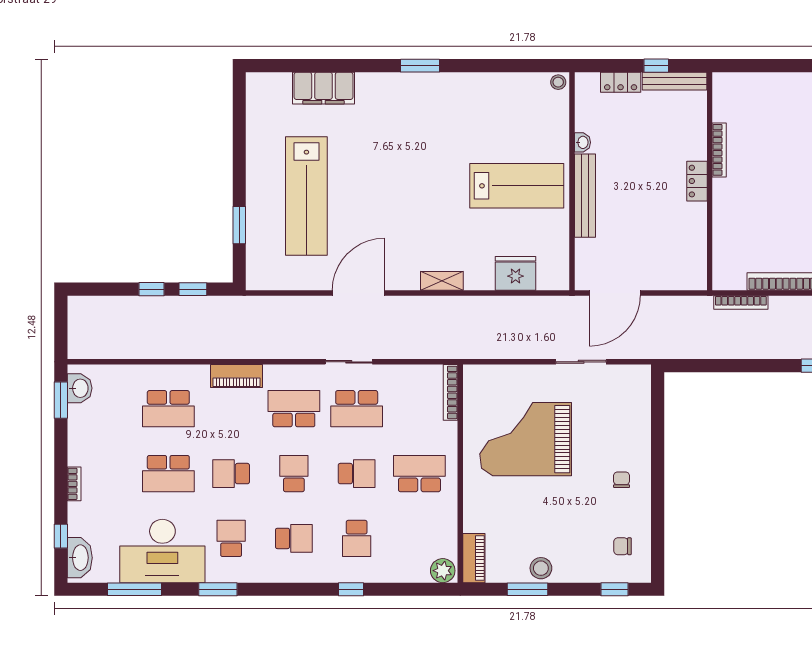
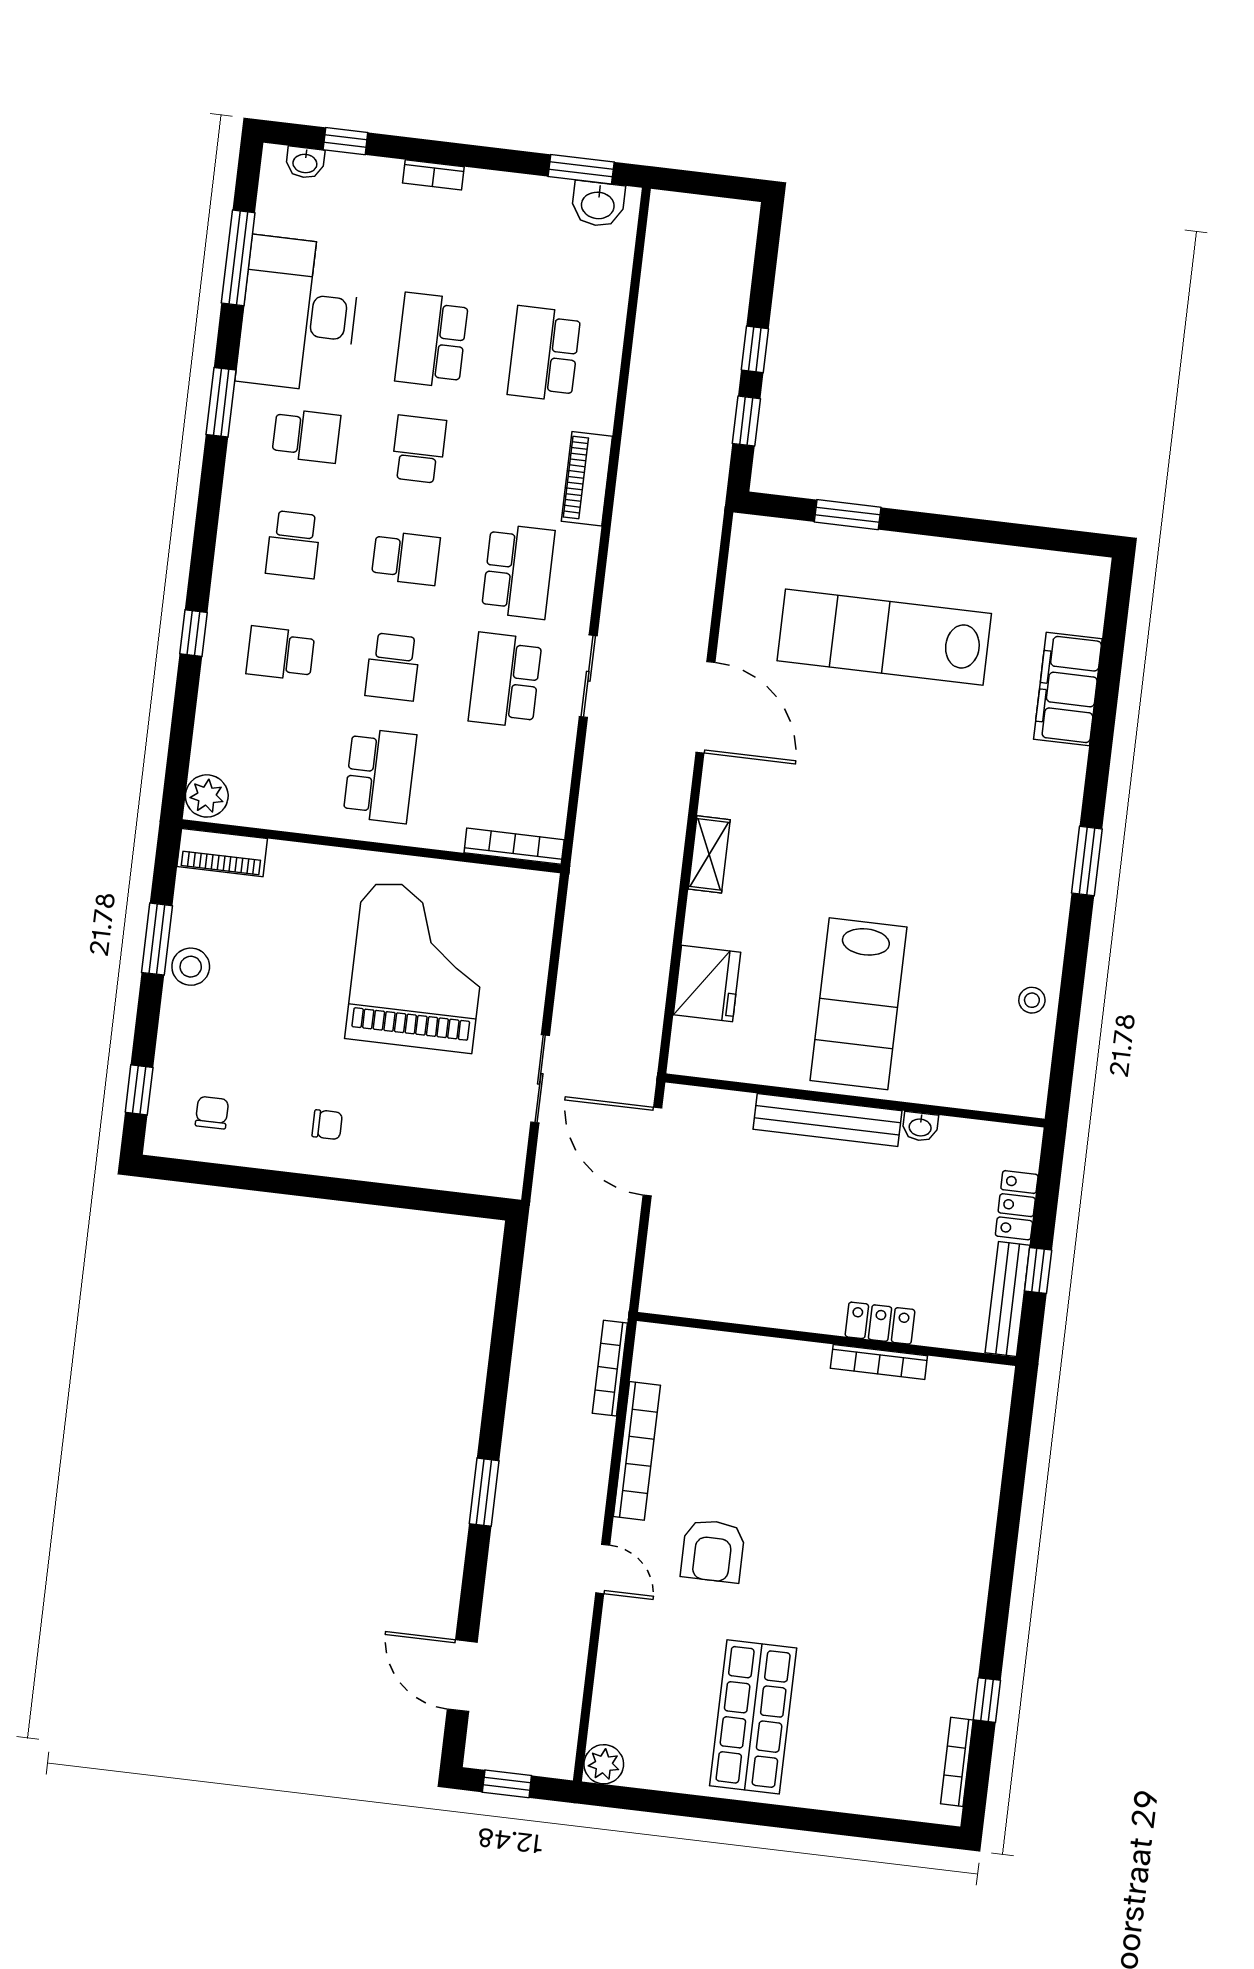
stool: (558, 82) -> (1032, 1000), moved
locker: (697, 181) -> (880, 1323), moved
washbasin: (80, 558) -> (305, 163), width x0.52, depth x0.69

